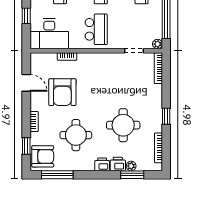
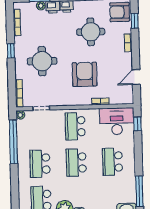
window: (26, 16) -> (137, 124), moved
door: (26, 83) -> (136, 77), hinge flipped
armchair: (62, 92) -> (85, 74), moved
round table: (123, 125) -> (42, 61), moved

